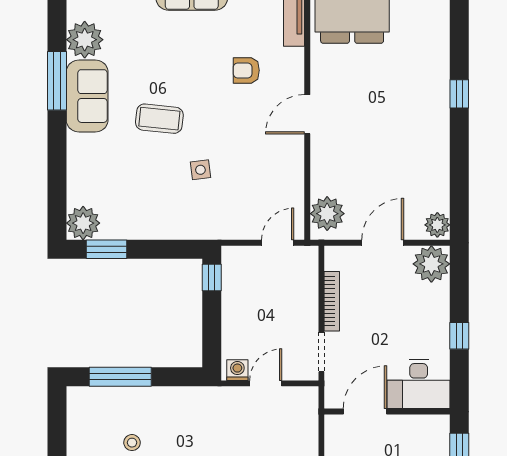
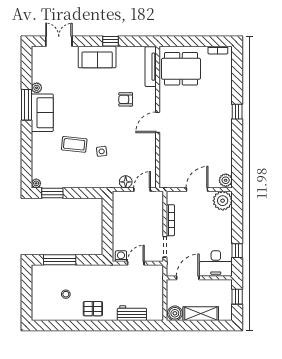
plant: (85, 40) -> (37, 88), width x0.53, depth x0.53
coffee table: (159, 119) -> (74, 144), moved
plant: (327, 214) -> (168, 174), removed
plant: (83, 223) -> (36, 183), width x0.53, depth x0.53
floor lamp: (246, 228) -> (126, 182), added
window: (212, 278) -> (107, 208), removed
window: (459, 336) -> (237, 251), moved

